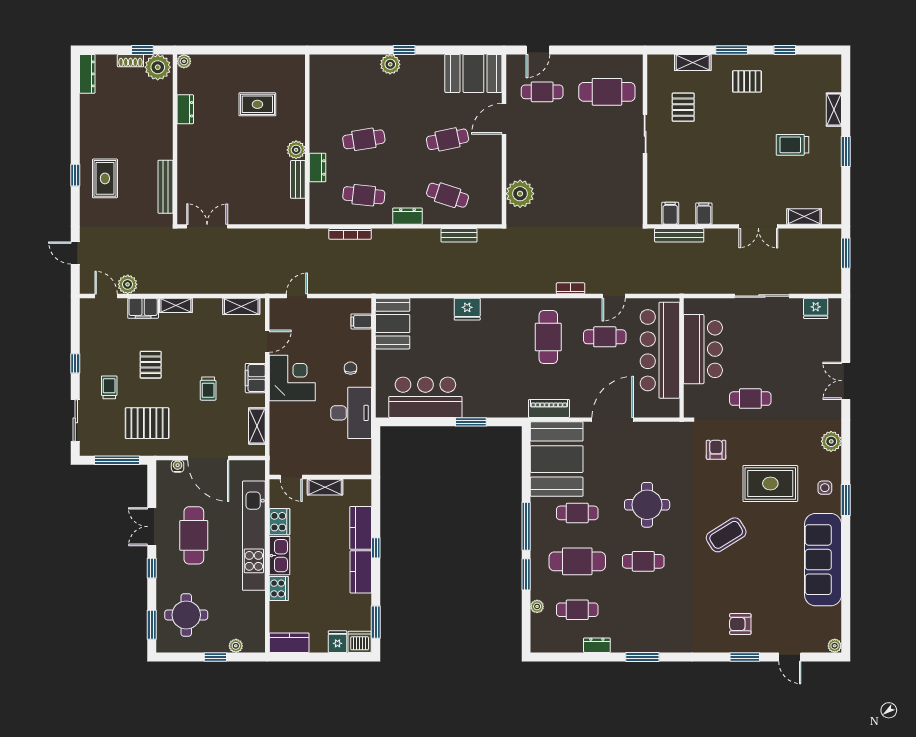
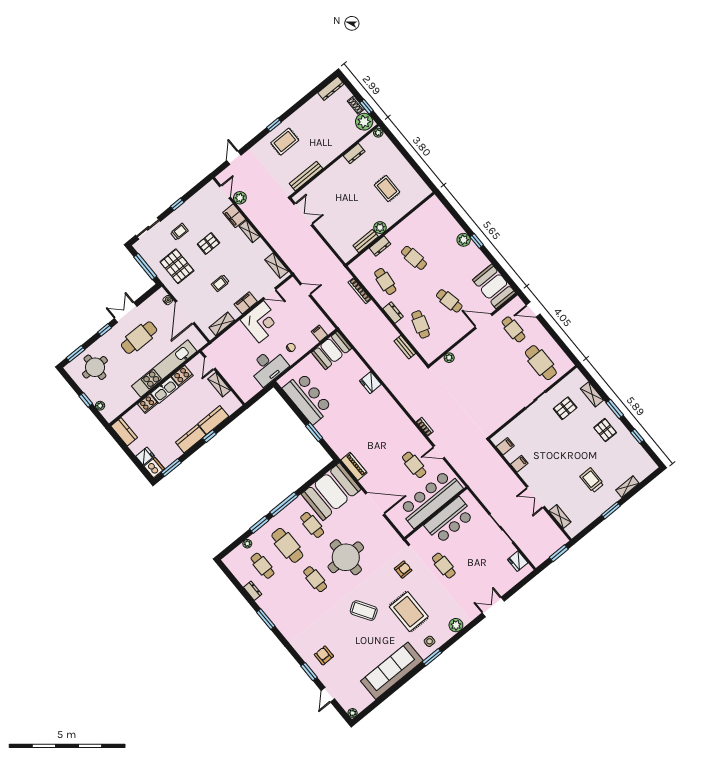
plant: (520, 194) -> (449, 358), width x0.53, depth x0.53
bench: (679, 235) -> (498, 460), removed
cafe table: (548, 337) -> (390, 436), removed
round table: (647, 505) -> (346, 557), width x1.36, depth x1.36

